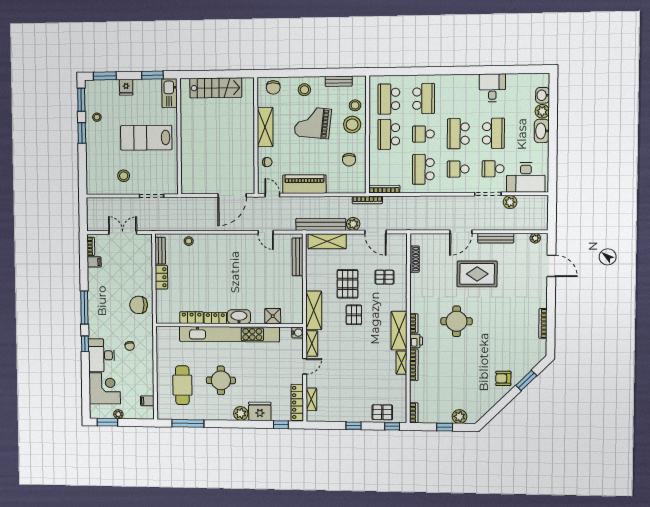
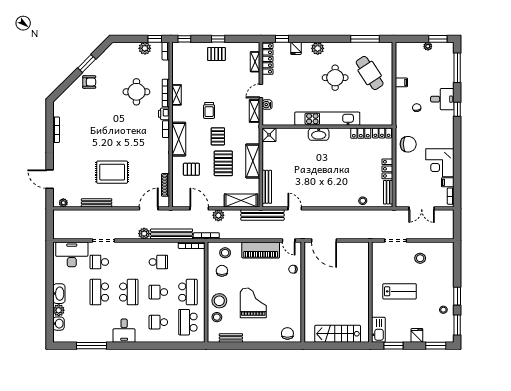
window: (503, 70) -> (91, 346), added
desk: (492, 88) -> (124, 331), moved
stool: (304, 90) -> (225, 253), moved
school desk: (389, 99) -> (188, 322), turned 180
school desk: (424, 99) -> (158, 322), width x0.54
grand piano: (313, 123) -> (253, 303), turned -96
shelving: (265, 127) -> (295, 299), removed
school desk: (423, 134) -> (158, 292), turned 180
lab bench: (146, 138) -> (400, 291), width x0.73, depth x0.72
school desk: (423, 169) -> (158, 262), width x0.54
school desk: (458, 169) -> (129, 262), removed
school desk: (493, 169) -> (99, 262), turned 180
door: (232, 195) -> (324, 241), swing flipped
bench: (408, 202) -> (172, 234), added
plant: (510, 202) -> (144, 234), moved
bench: (321, 224) -> (262, 215), moved
door: (461, 232) -> (149, 208), moved
window: (84, 307) -> (457, 68), moved
shelving: (314, 310) -> (253, 161), moved
shower: (273, 316) -> (269, 135), moved
locker: (215, 318) -> (382, 133), moved
round table: (457, 321) -> (136, 92), moved
shelving: (399, 331) -> (179, 139), moved
water cooler: (298, 333) -> (267, 105), moved
kitchen unit: (229, 334) -> (327, 119), width x0.73
trolley: (364, 345) -> (209, 110), added
desk: (101, 355) -> (442, 99), width x0.73
window: (526, 380) -> (87, 63), moved
cafe table: (182, 385) -> (370, 73), turned -33
corner desk: (105, 388) -> (440, 163), moved
filing cabinet: (147, 401) -> (401, 82), moved
fridge: (260, 411) -> (296, 48), width x0.53, depth x0.75
pallet: (382, 412) -> (216, 54), moved
plant: (459, 417) -> (145, 48), moved
window: (445, 427) -> (155, 39), moved

